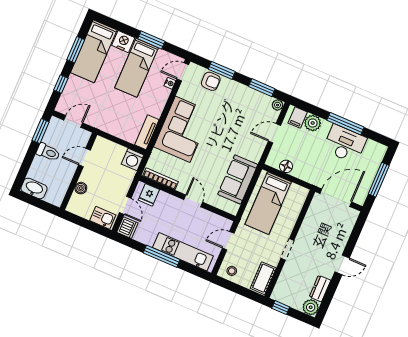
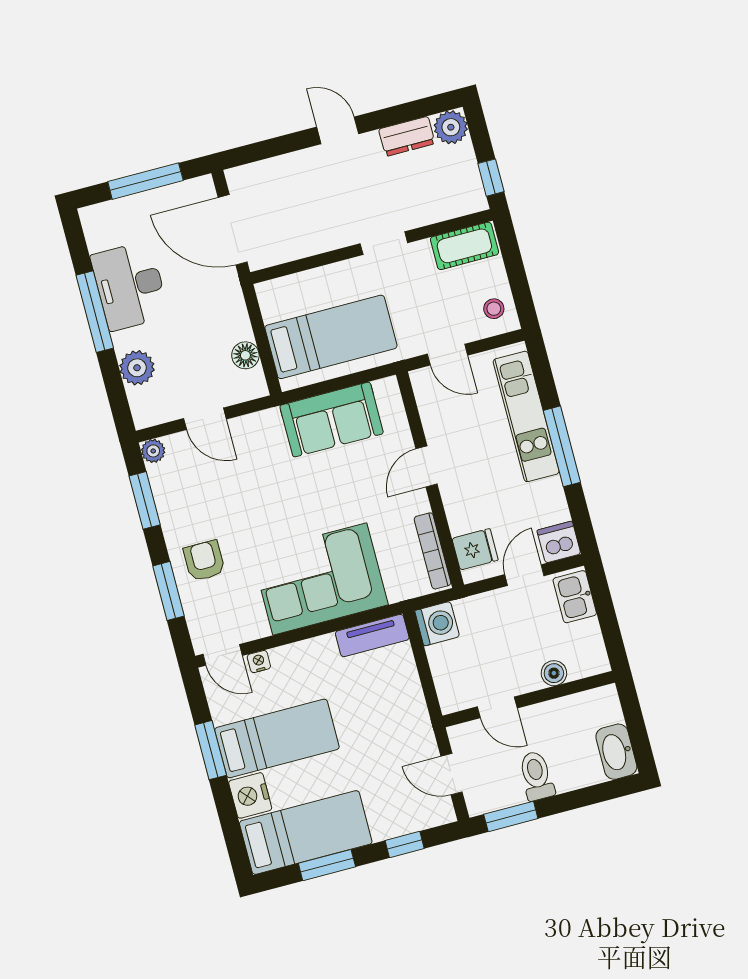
armchair: (211, 81) -> (204, 561), moved
filing cabinet: (298, 117) -> (147, 401), removed

